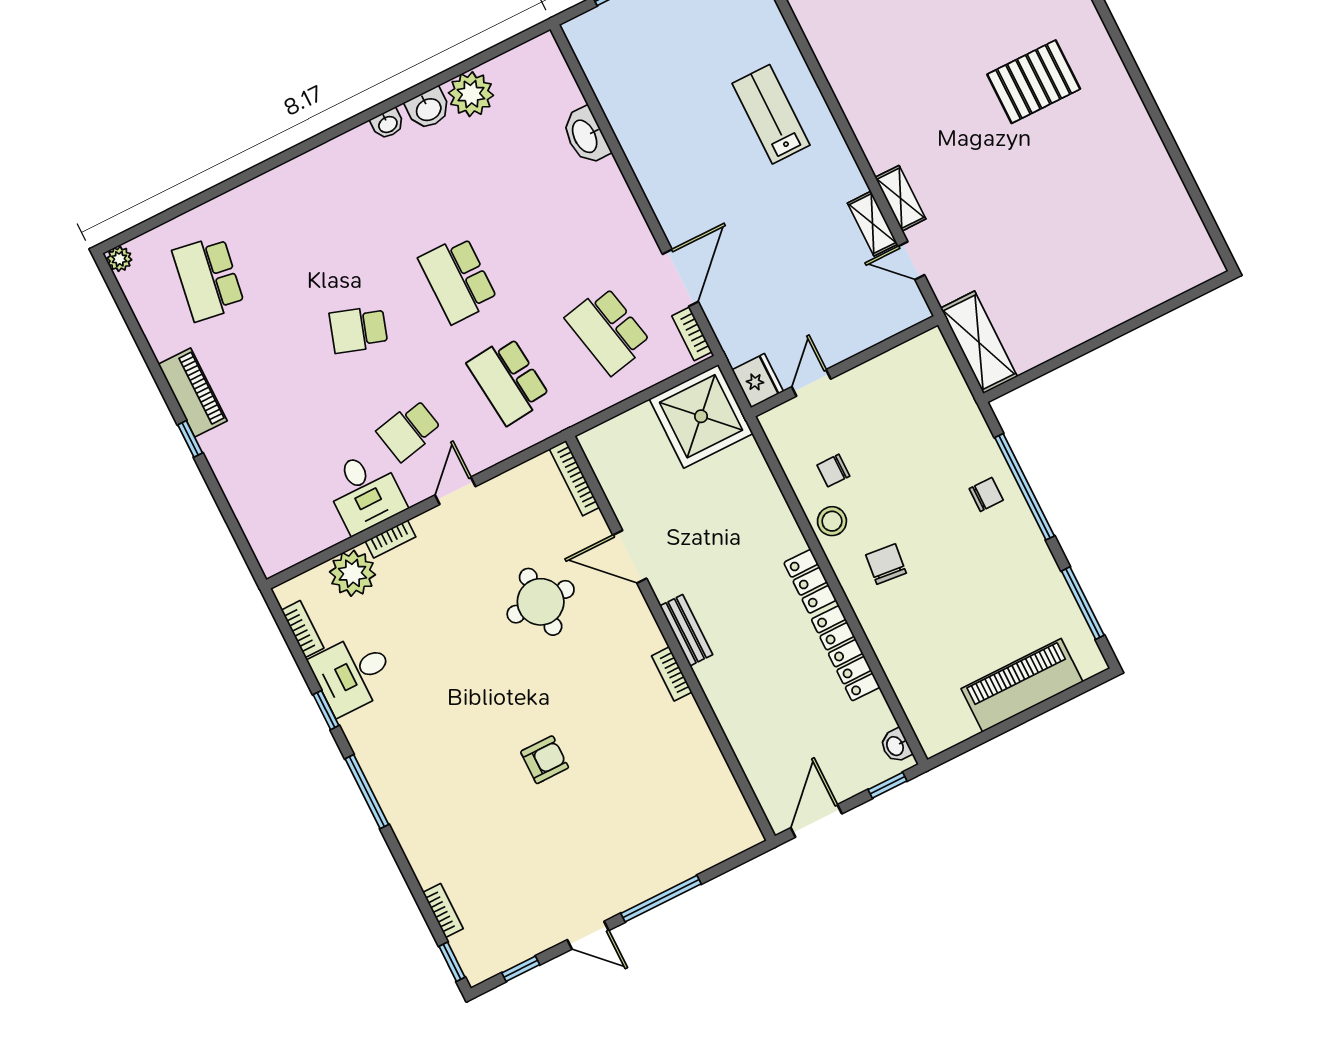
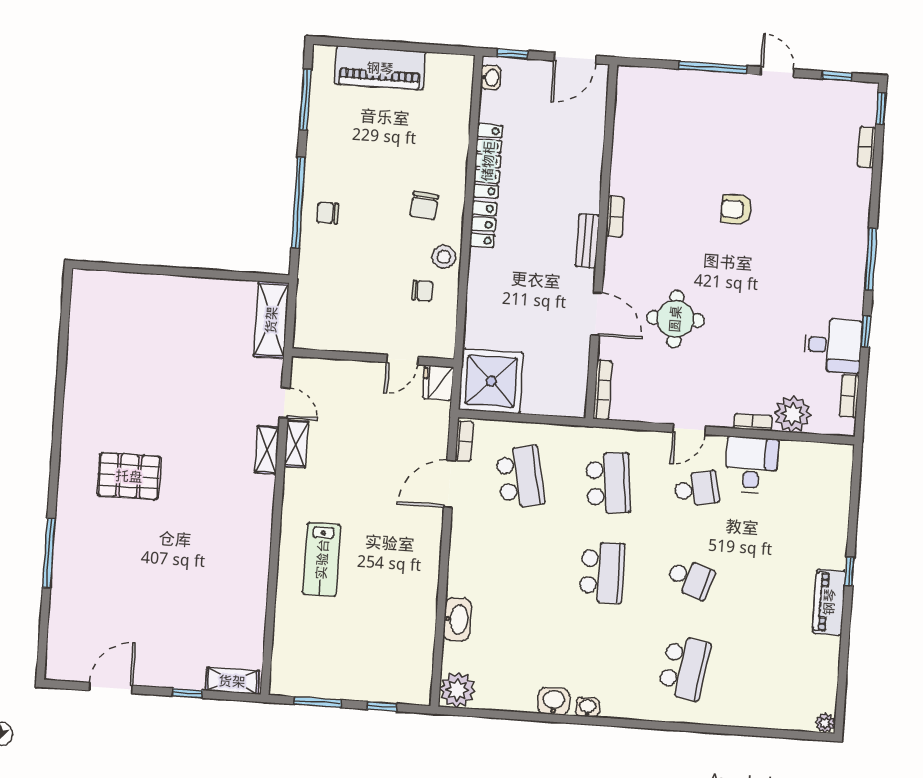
plant: (471, 94) -> (457, 690), moved
school desk: (208, 278) -> (684, 668), moved

